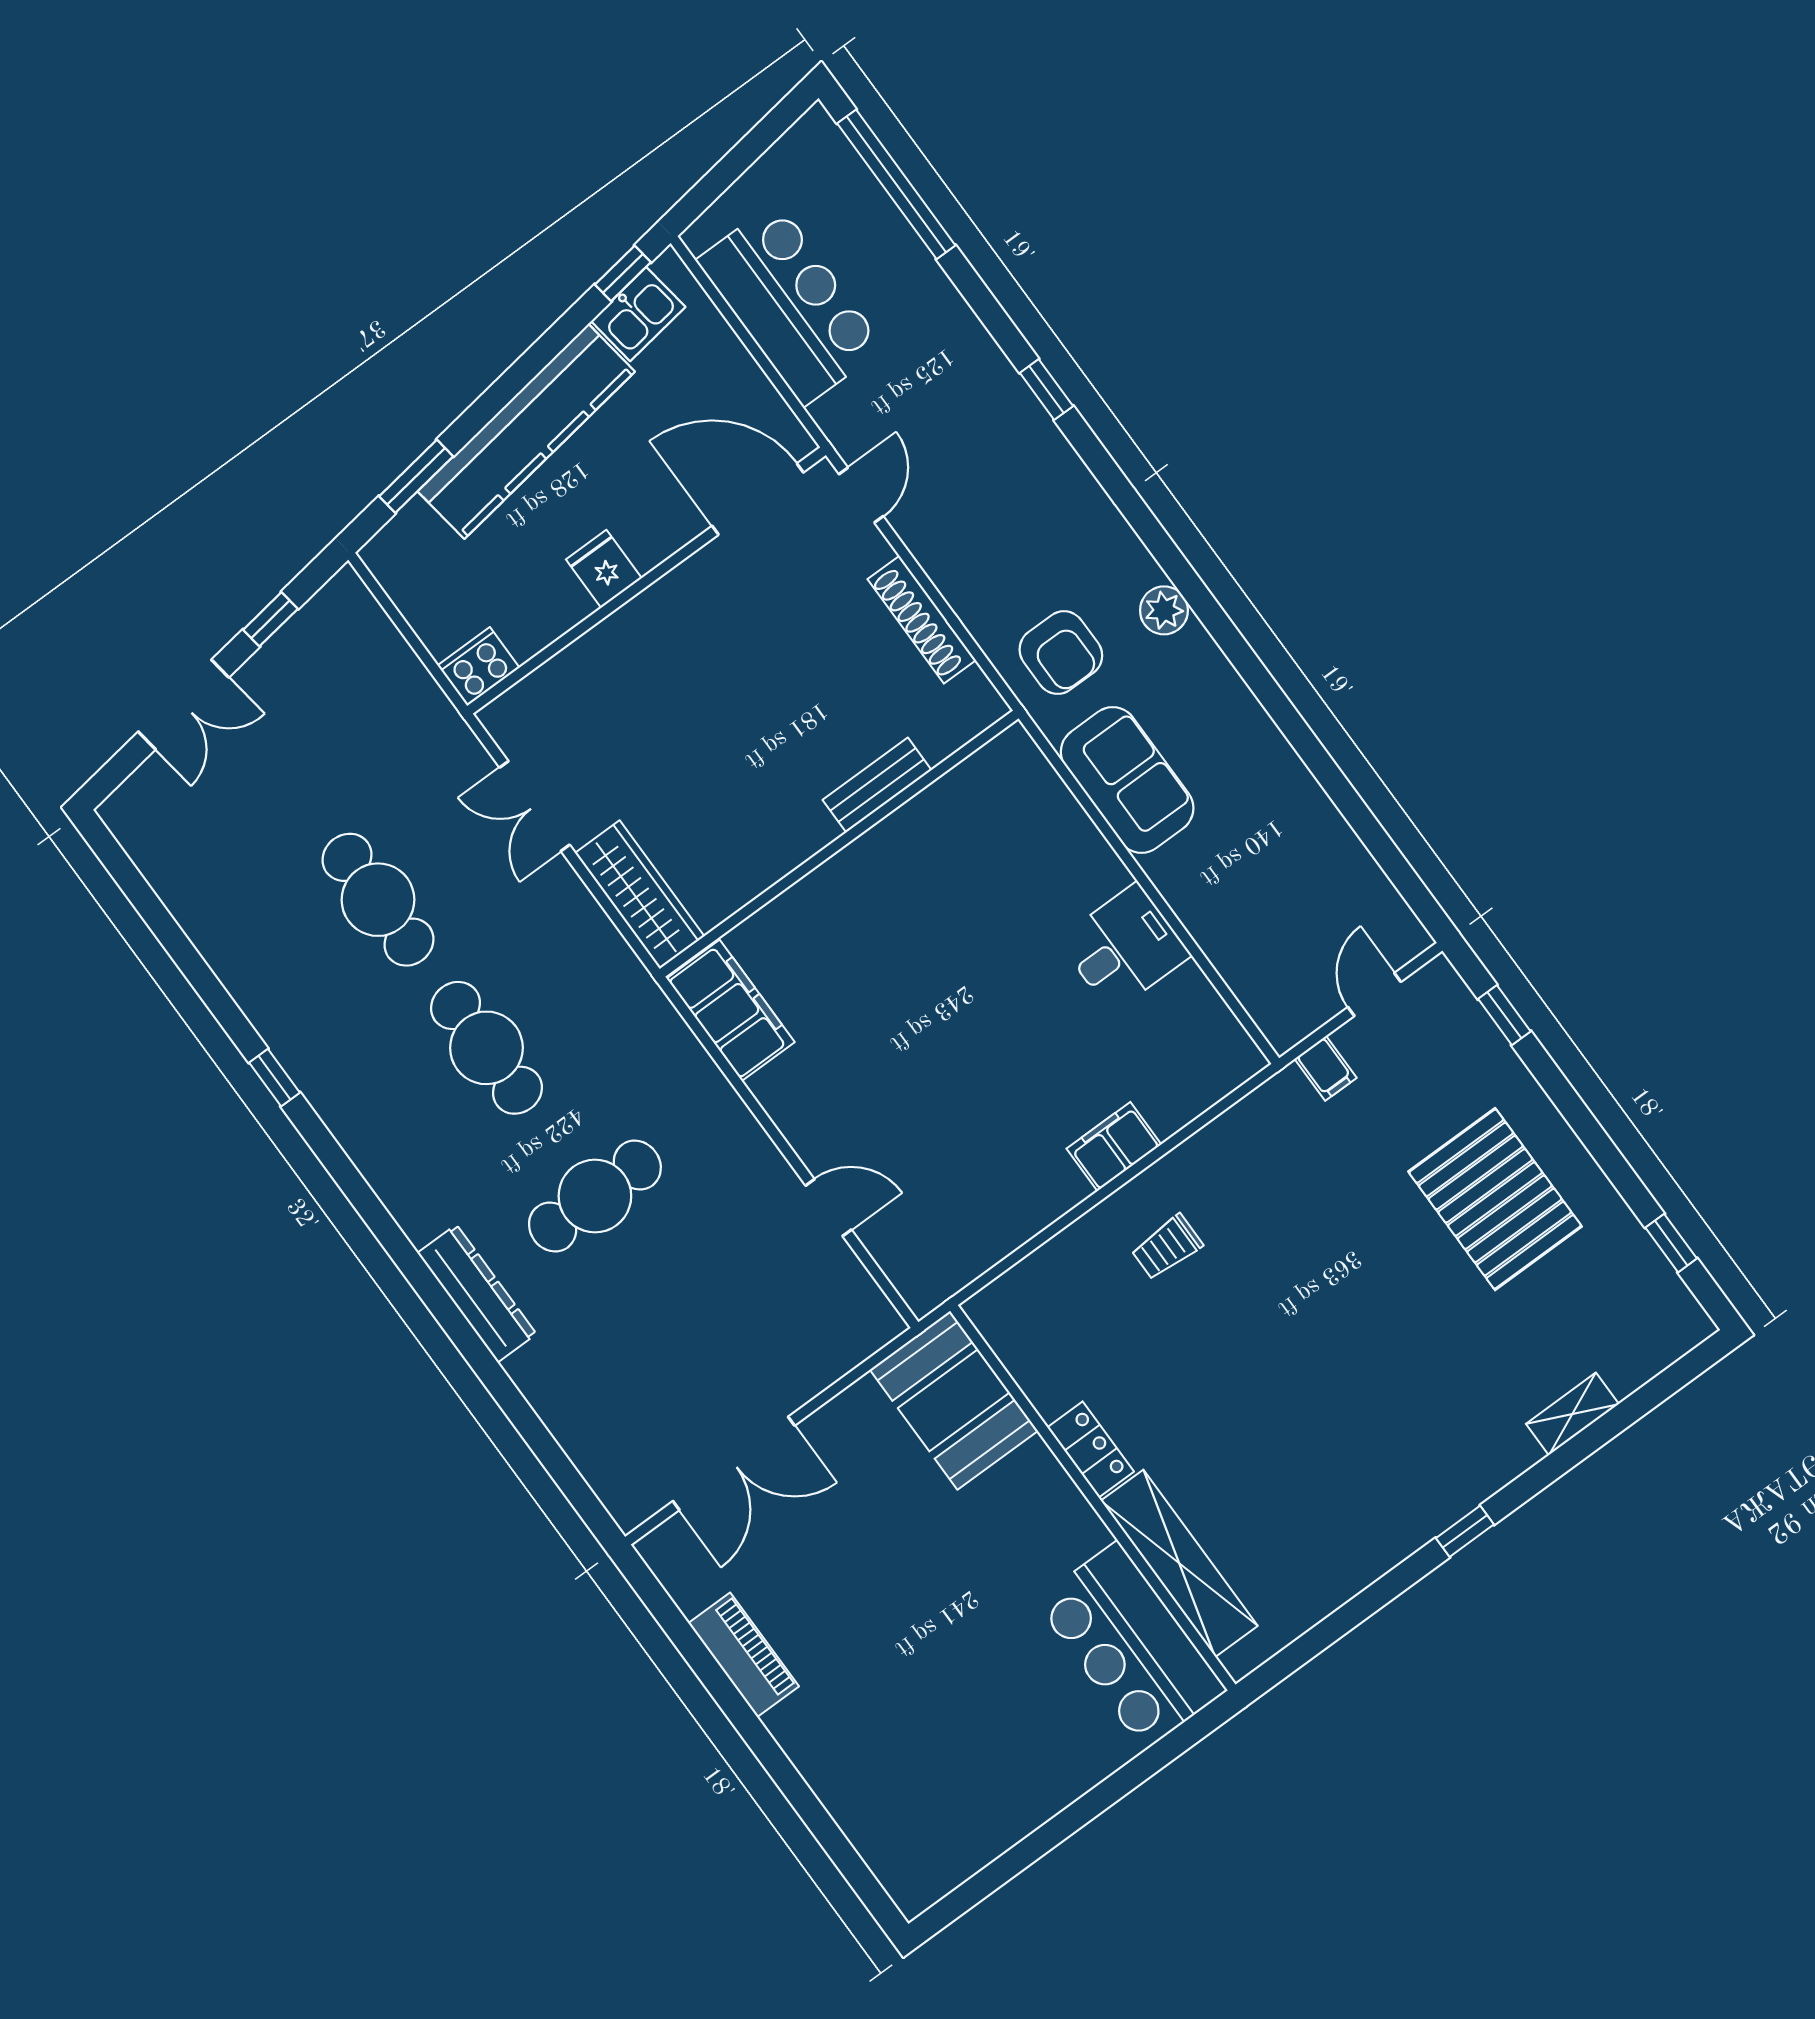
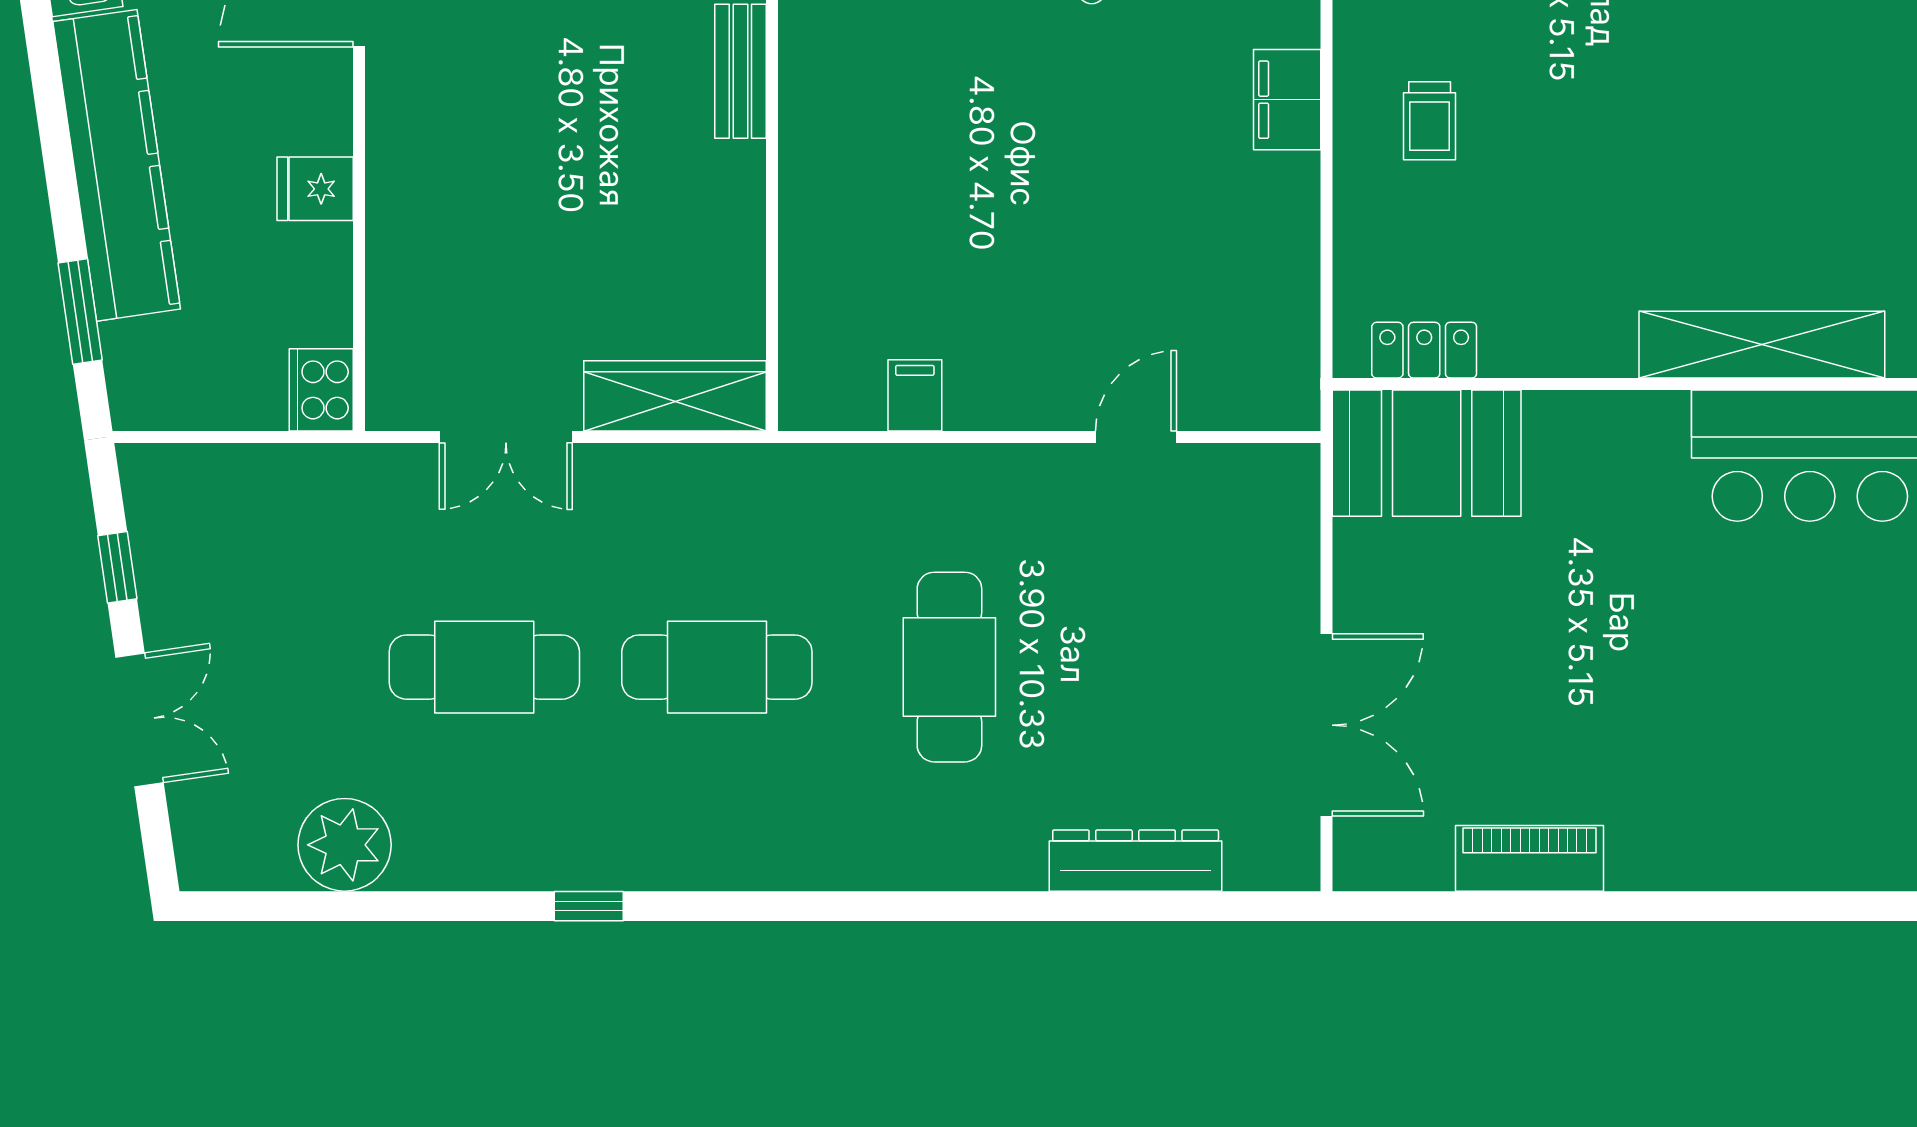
plant: (200, 893) -> (345, 845), added
filing cabinet: (731, 1010) -> (915, 395), width x0.33, depth x0.86
dresser: (477, 1293) -> (1136, 861), moved
locker: (1091, 1450) -> (1424, 350), moved

